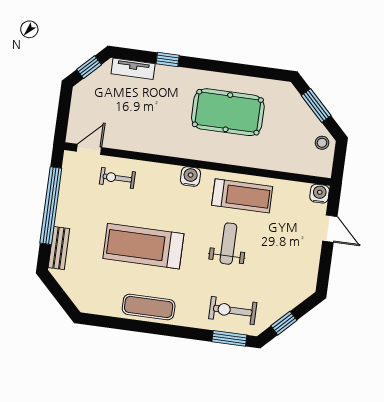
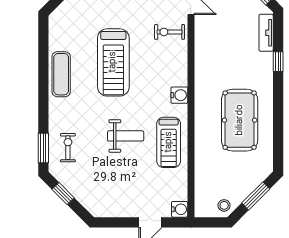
exercise bike: (117, 178) -> (169, 32), turned -90
treadmill: (143, 246) -> (113, 62), turned 180
exercise bike: (233, 311) -> (68, 148), width x0.73, depth x0.72

